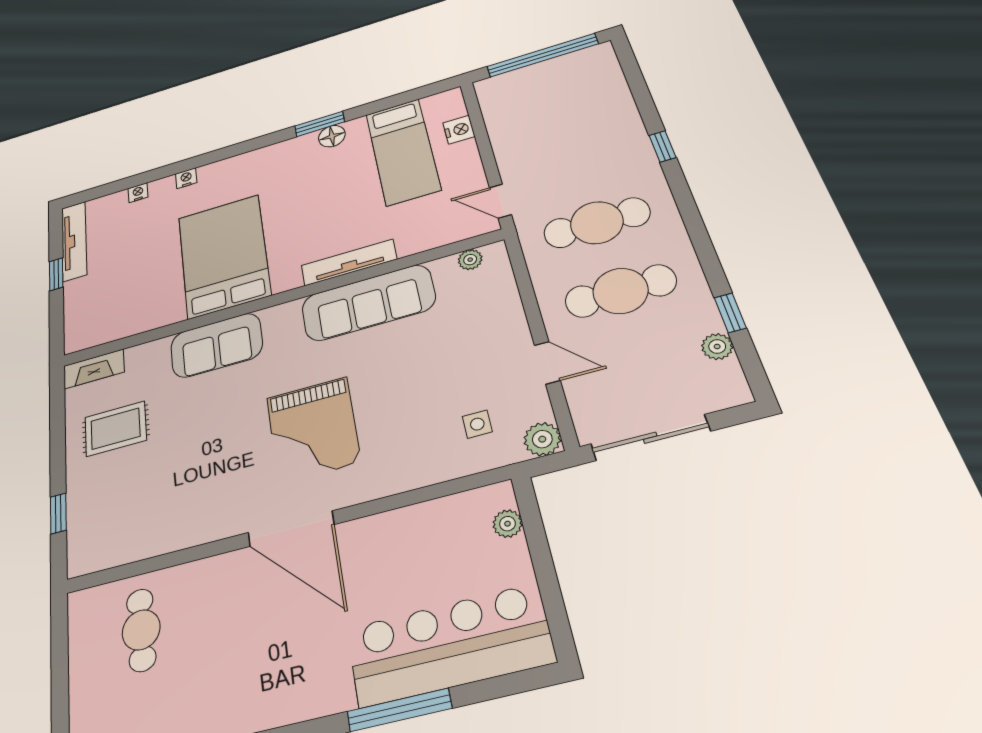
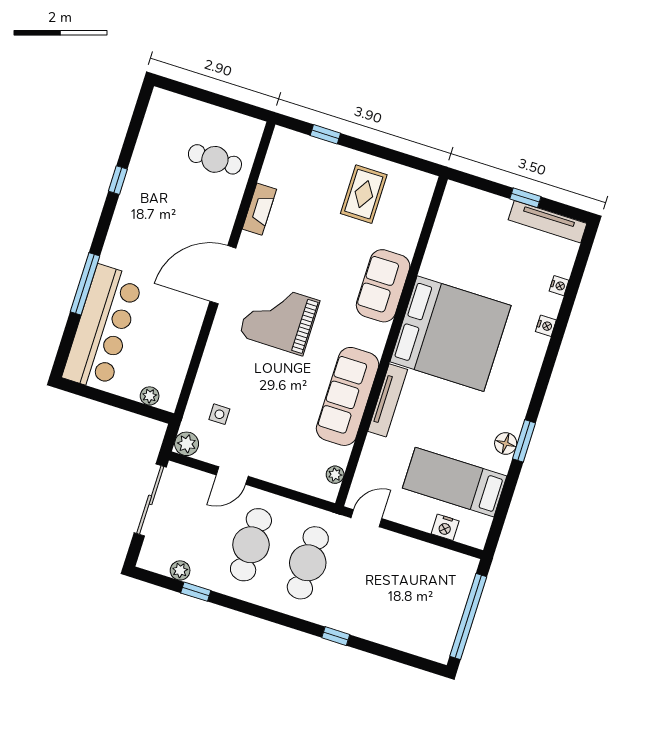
bed: (224, 256) -> (450, 334), width x1.36
fireplace: (94, 369) -> (259, 209), moved, turned 180

